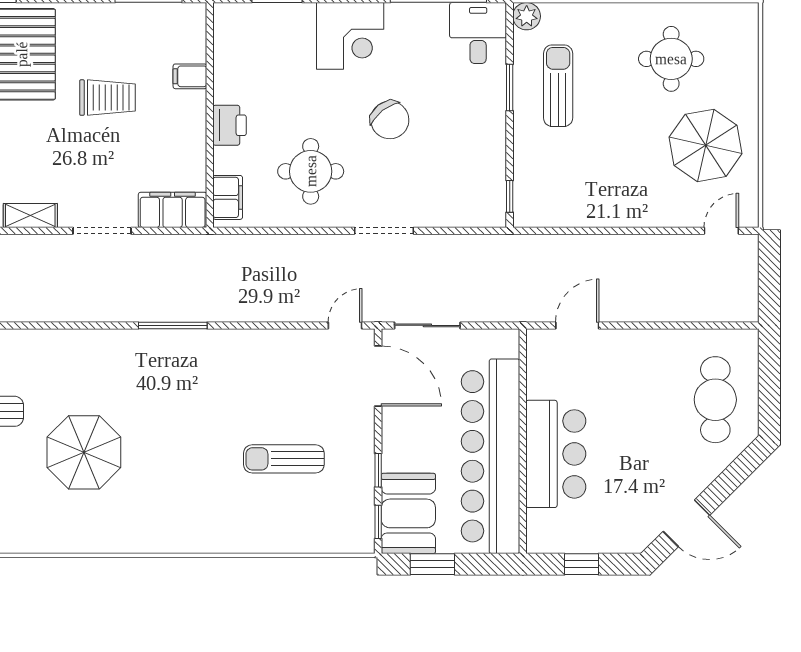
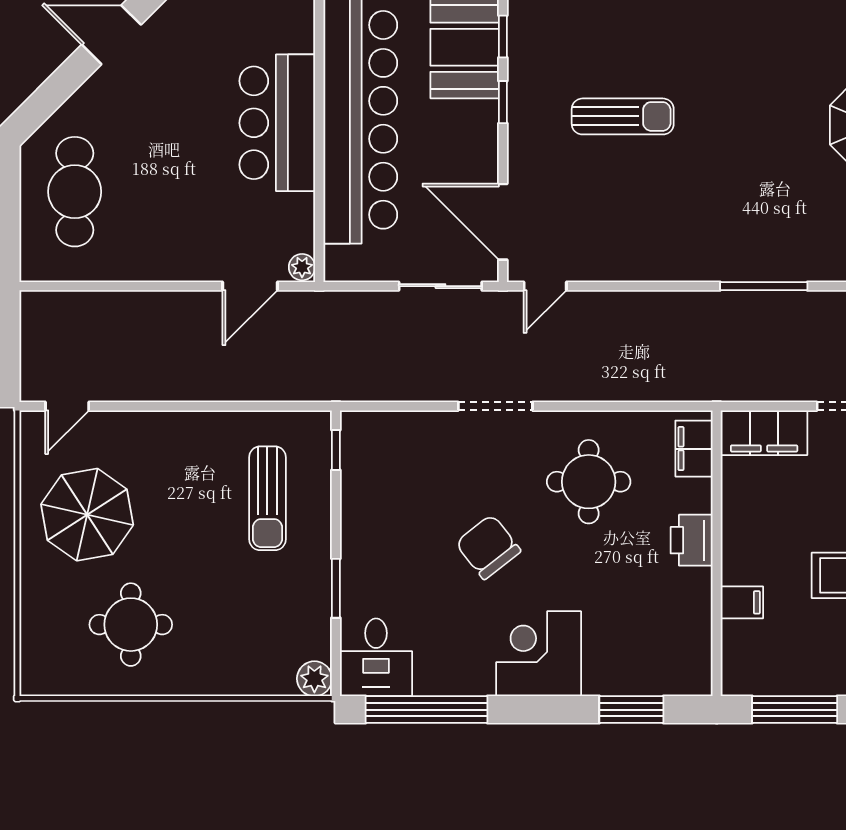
sun lounger: (558, 86) -> (267, 498), moved
plant: (536, 340) -> (302, 267), added

